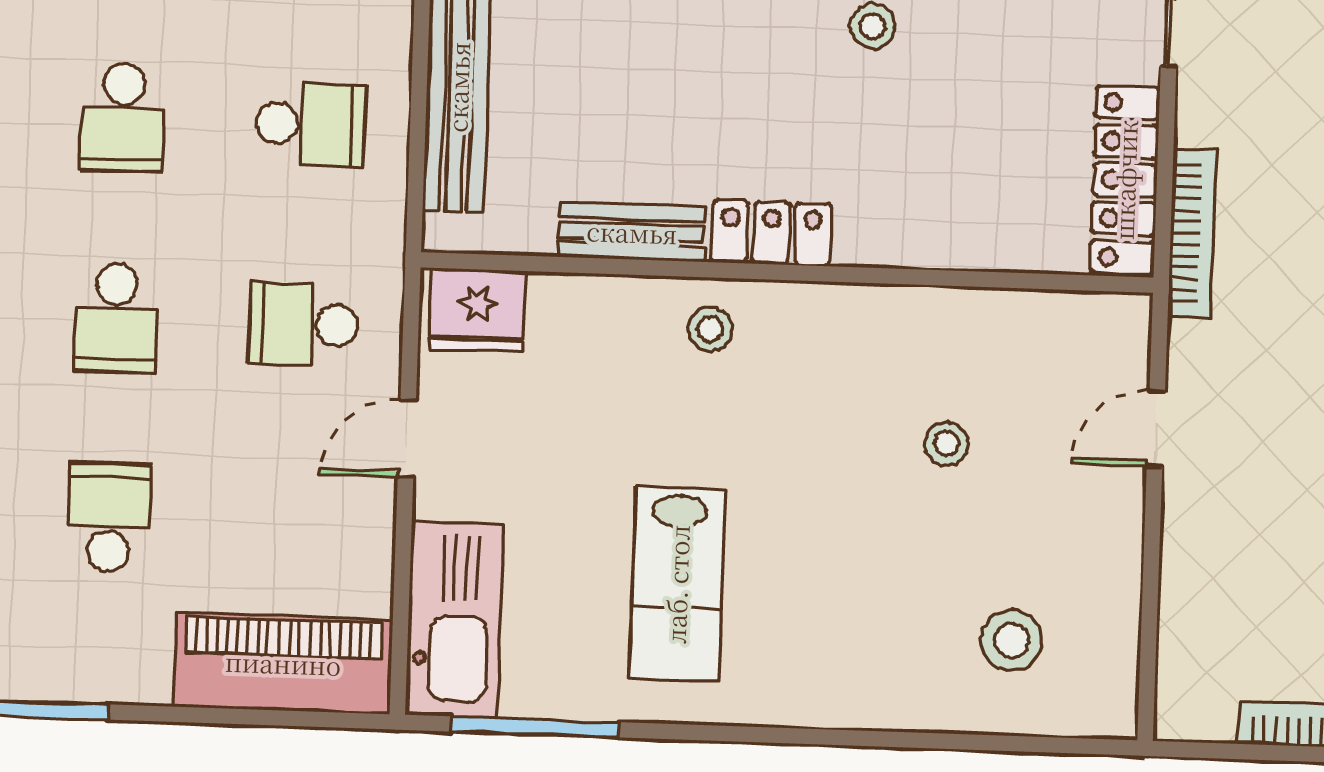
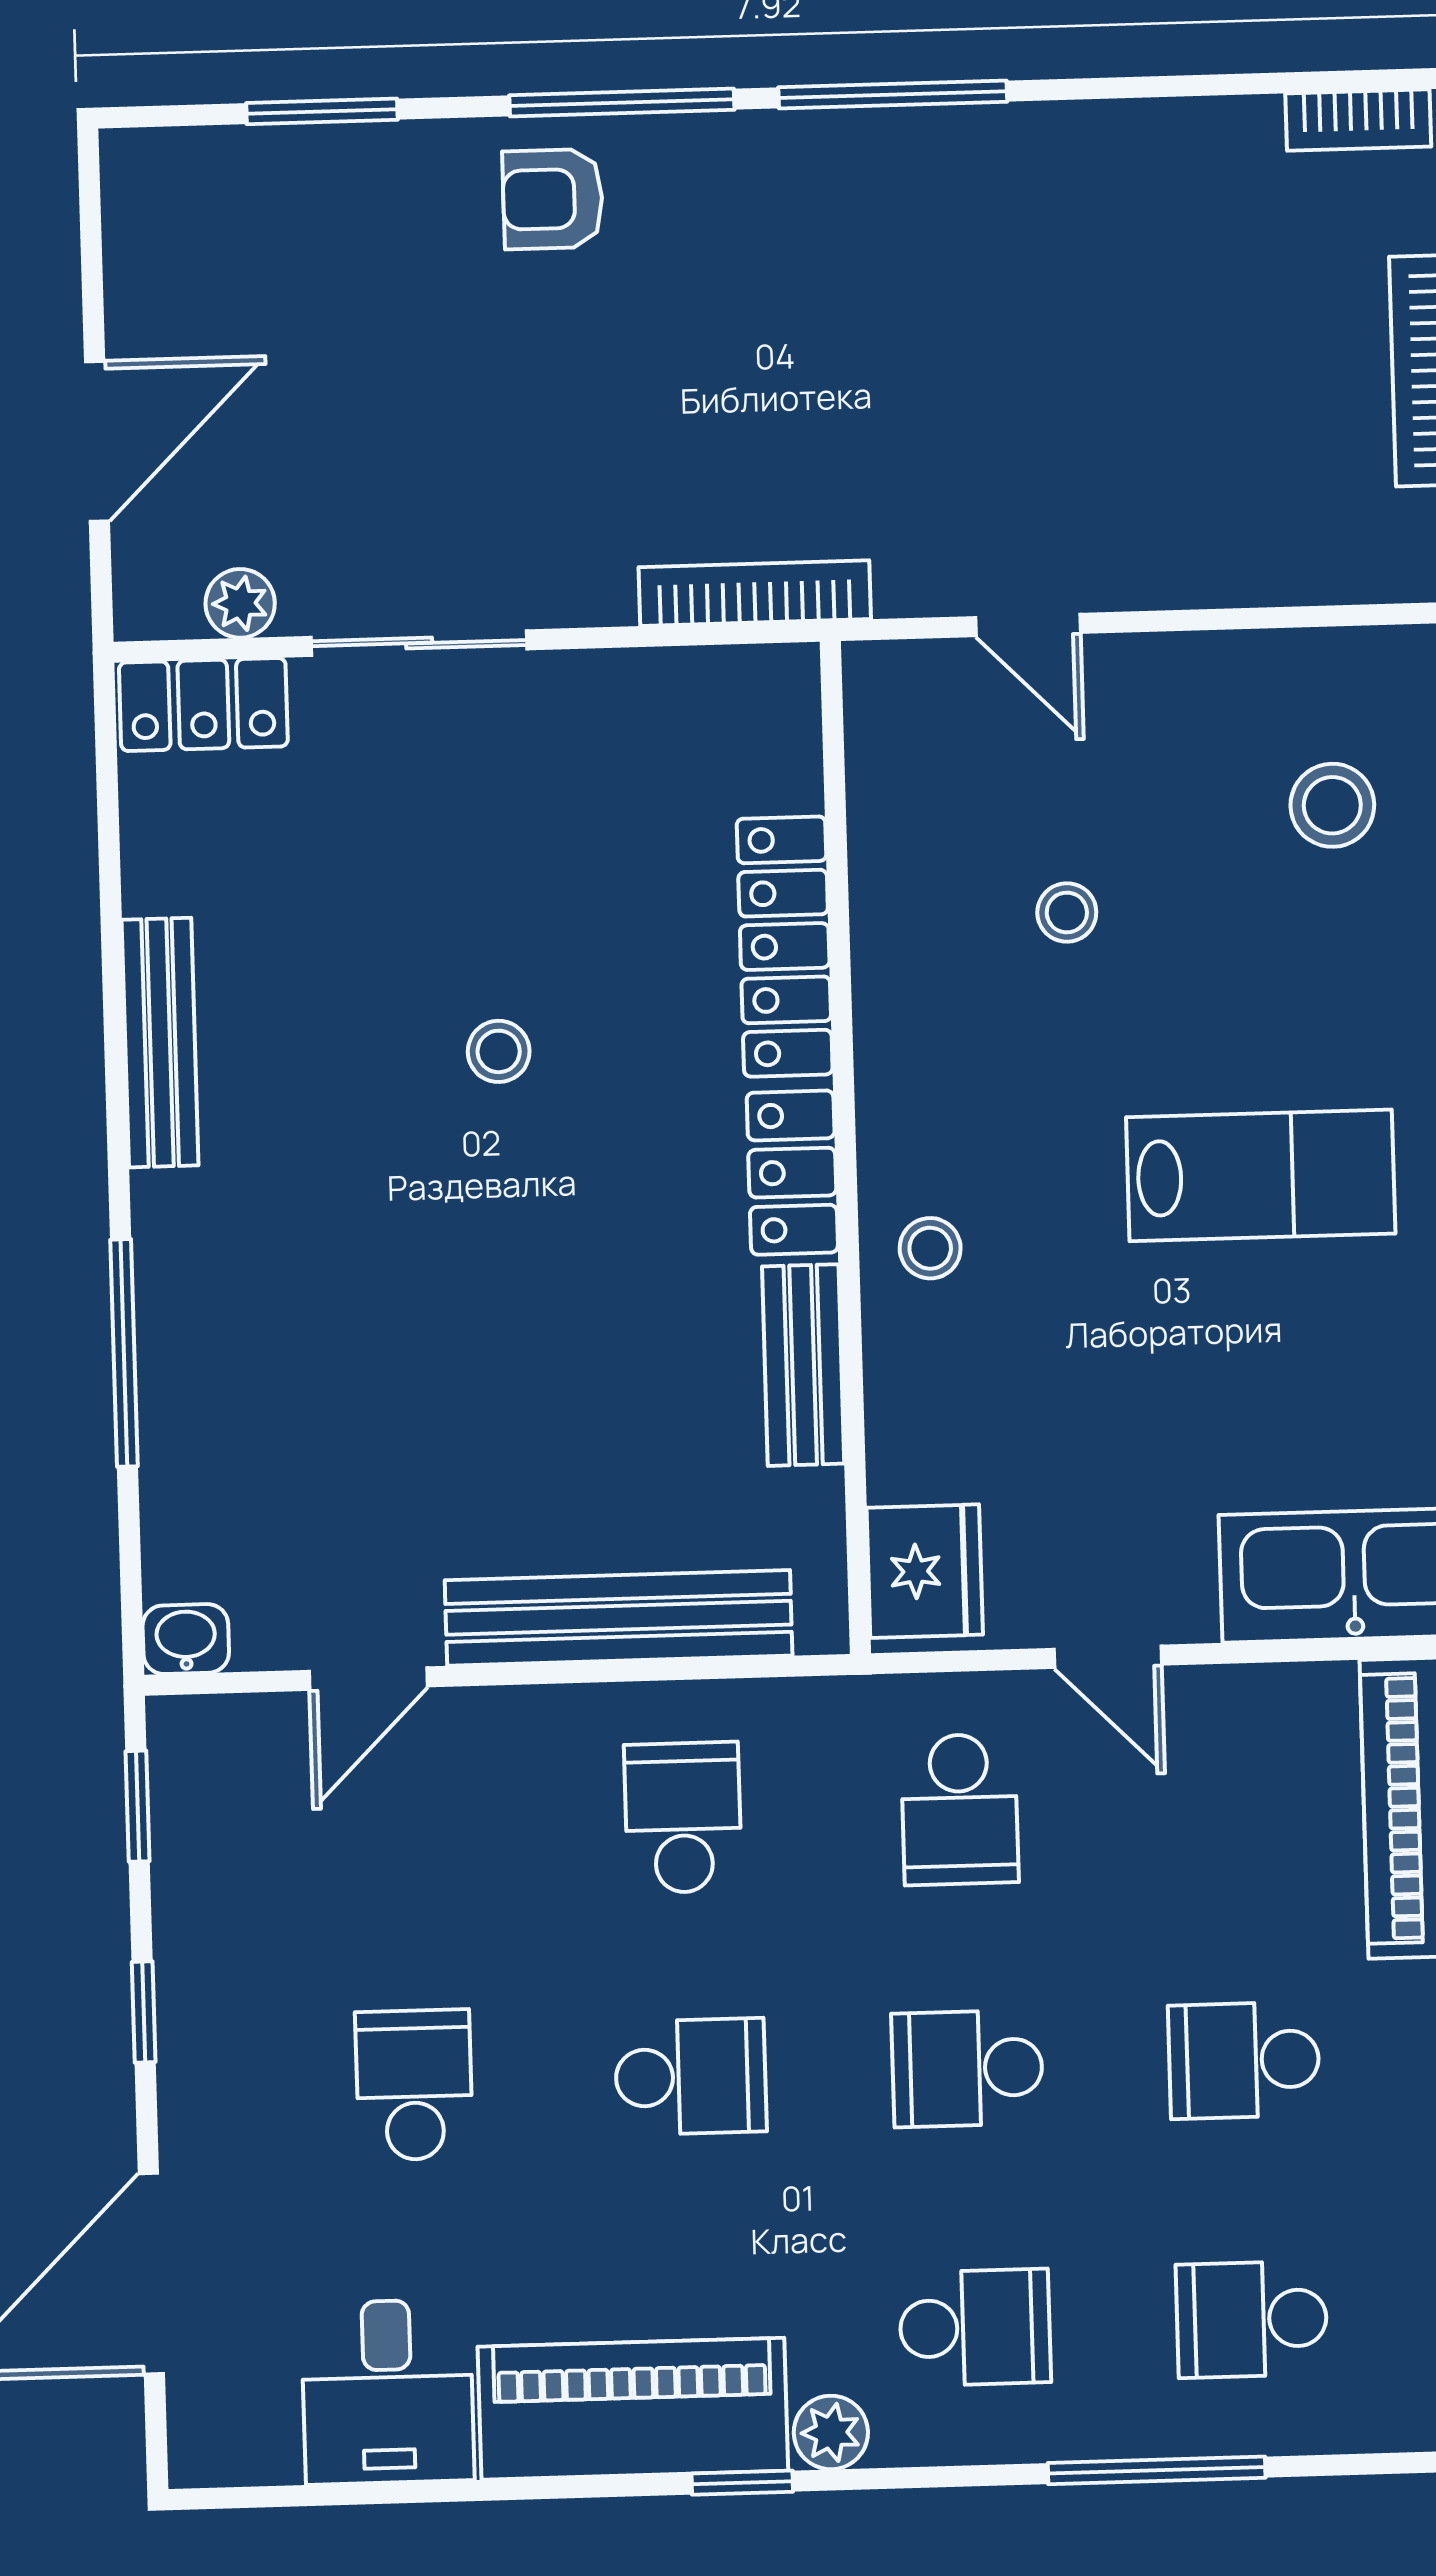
locker: (1125, 180) -> (785, 947), moved, turned 90
school desk: (116, 318) -> (967, 2068), turned 180
lab bench: (677, 584) -> (1261, 1175), moved

